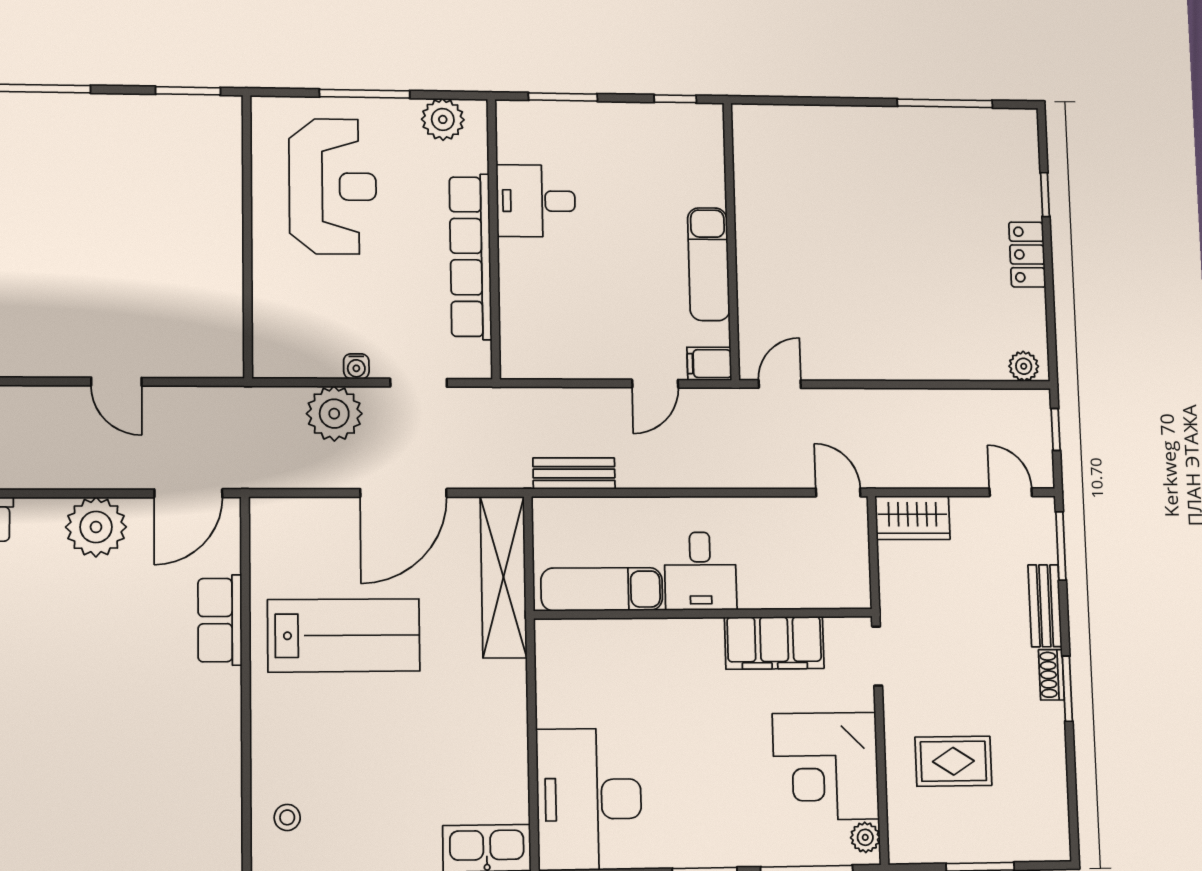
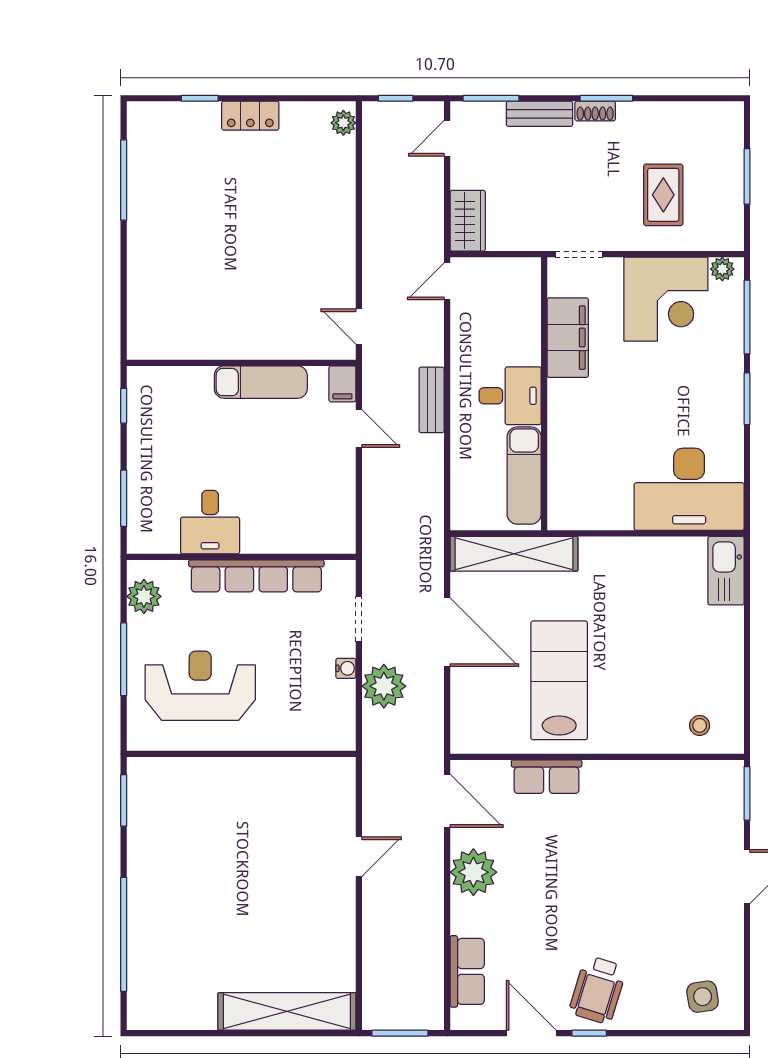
bench: (574, 473) -> (432, 400), moved

